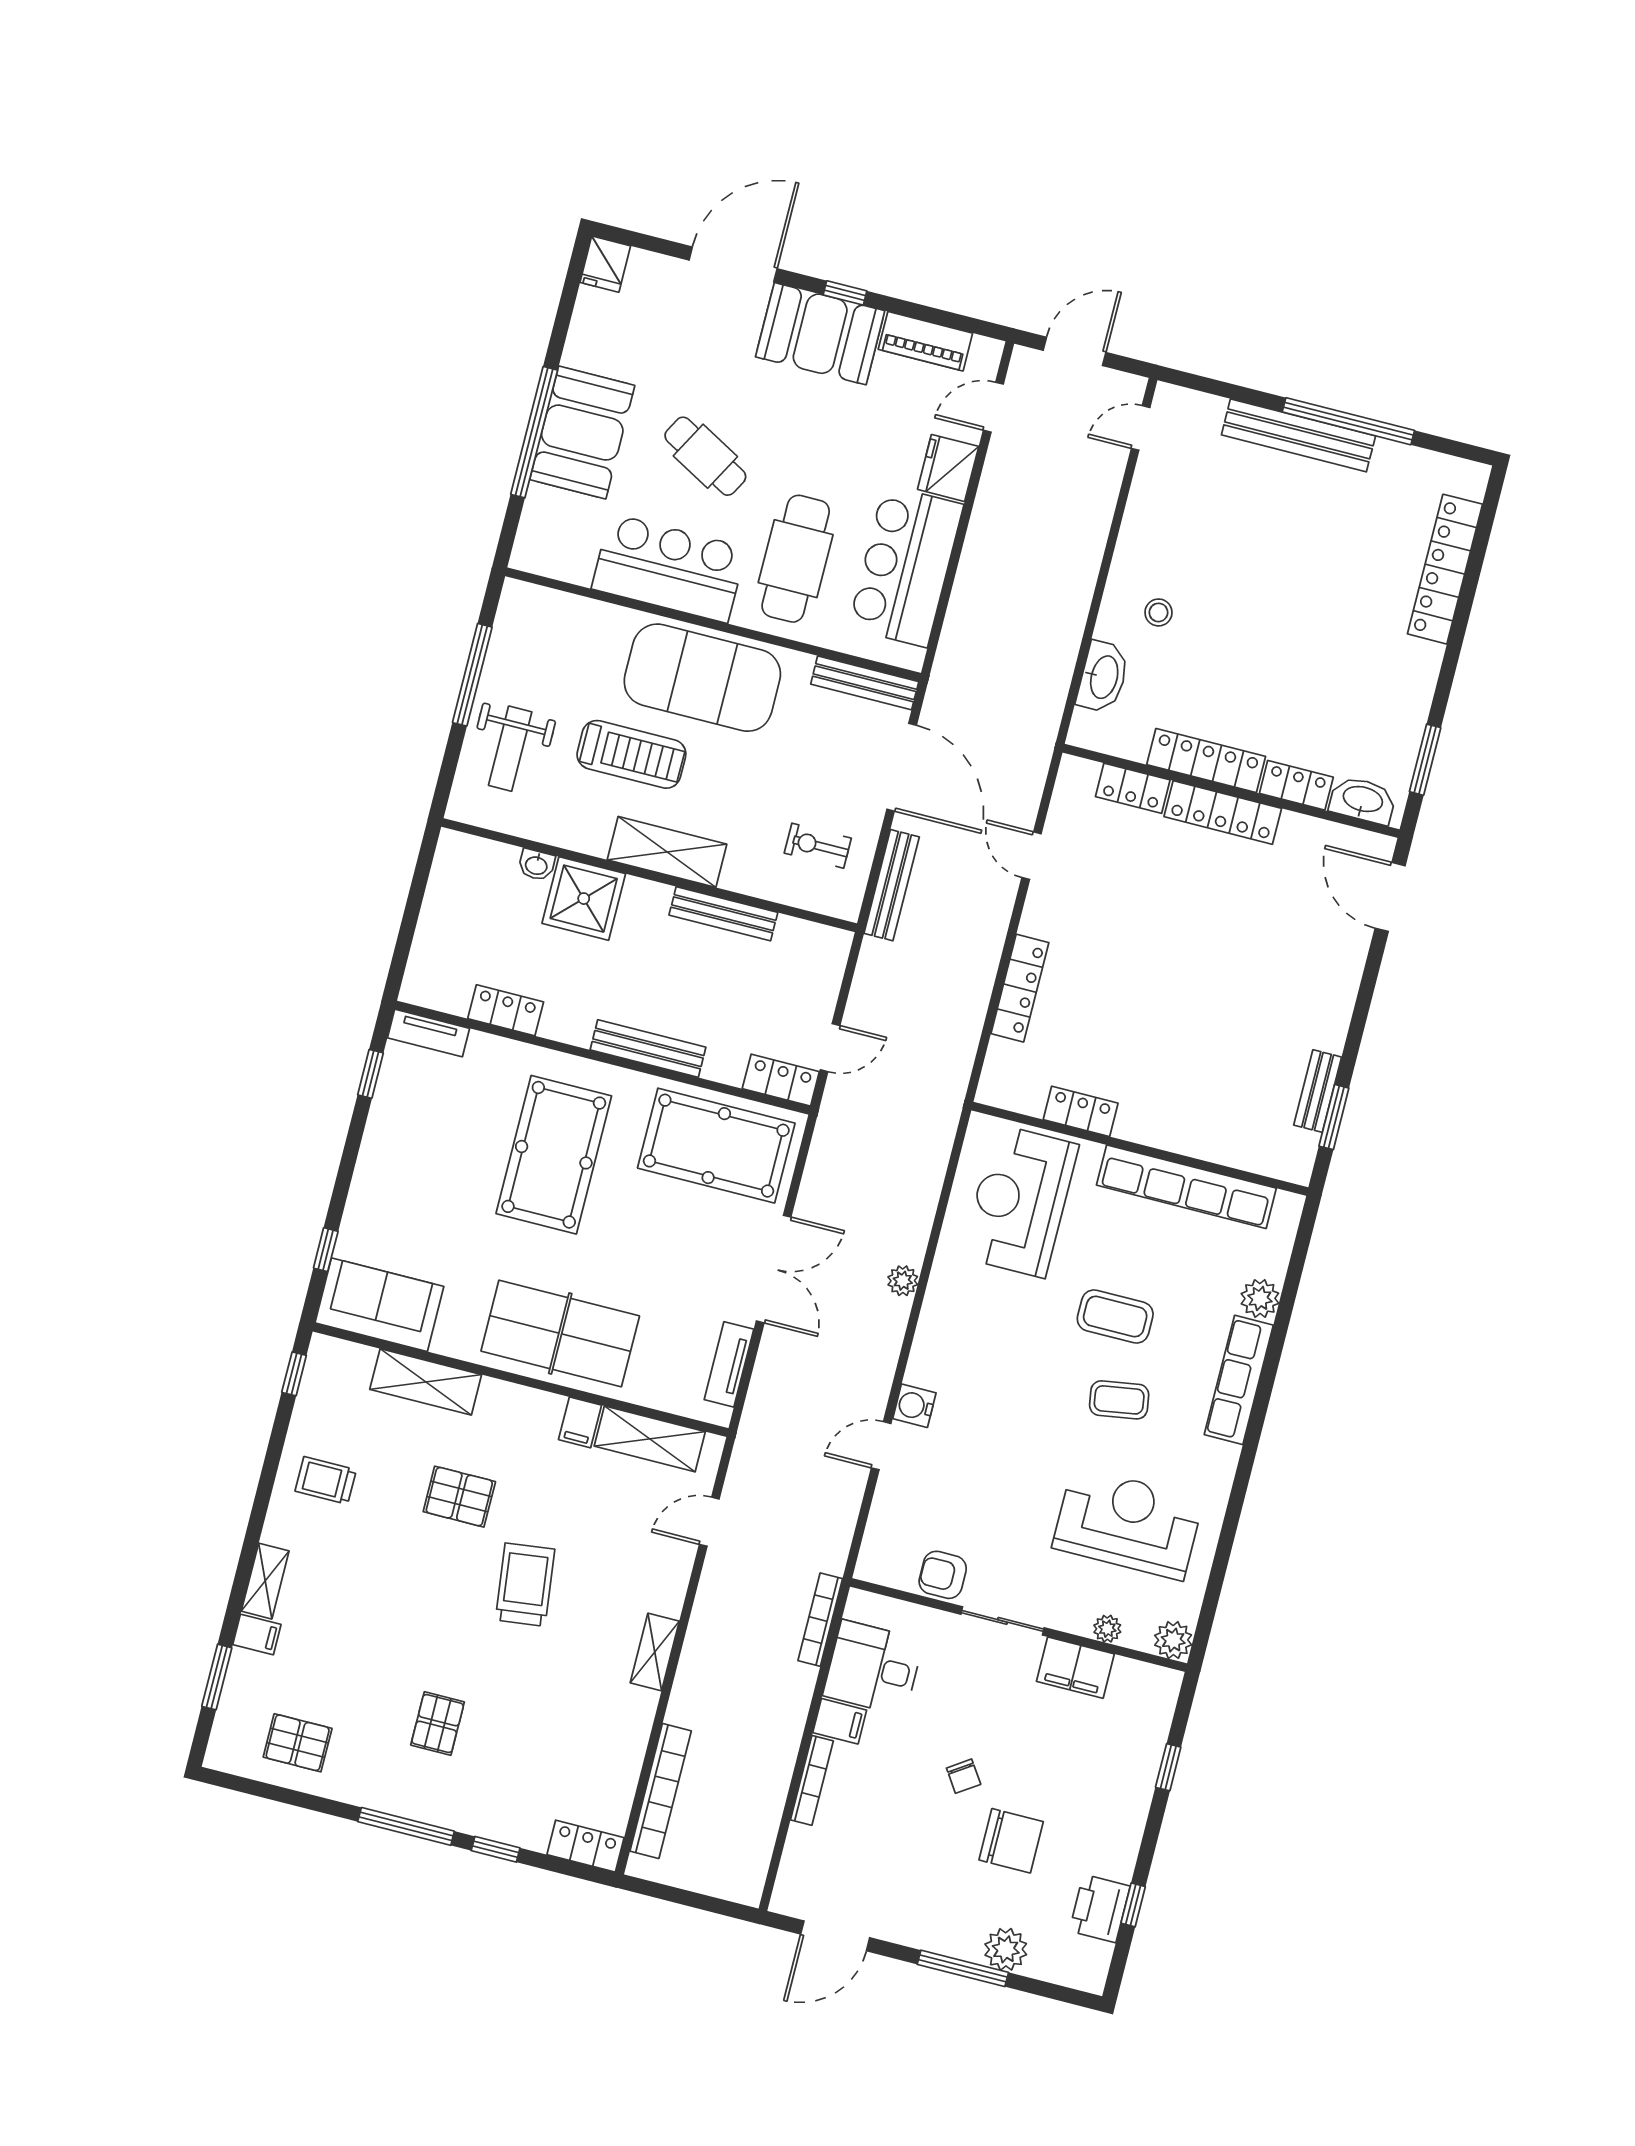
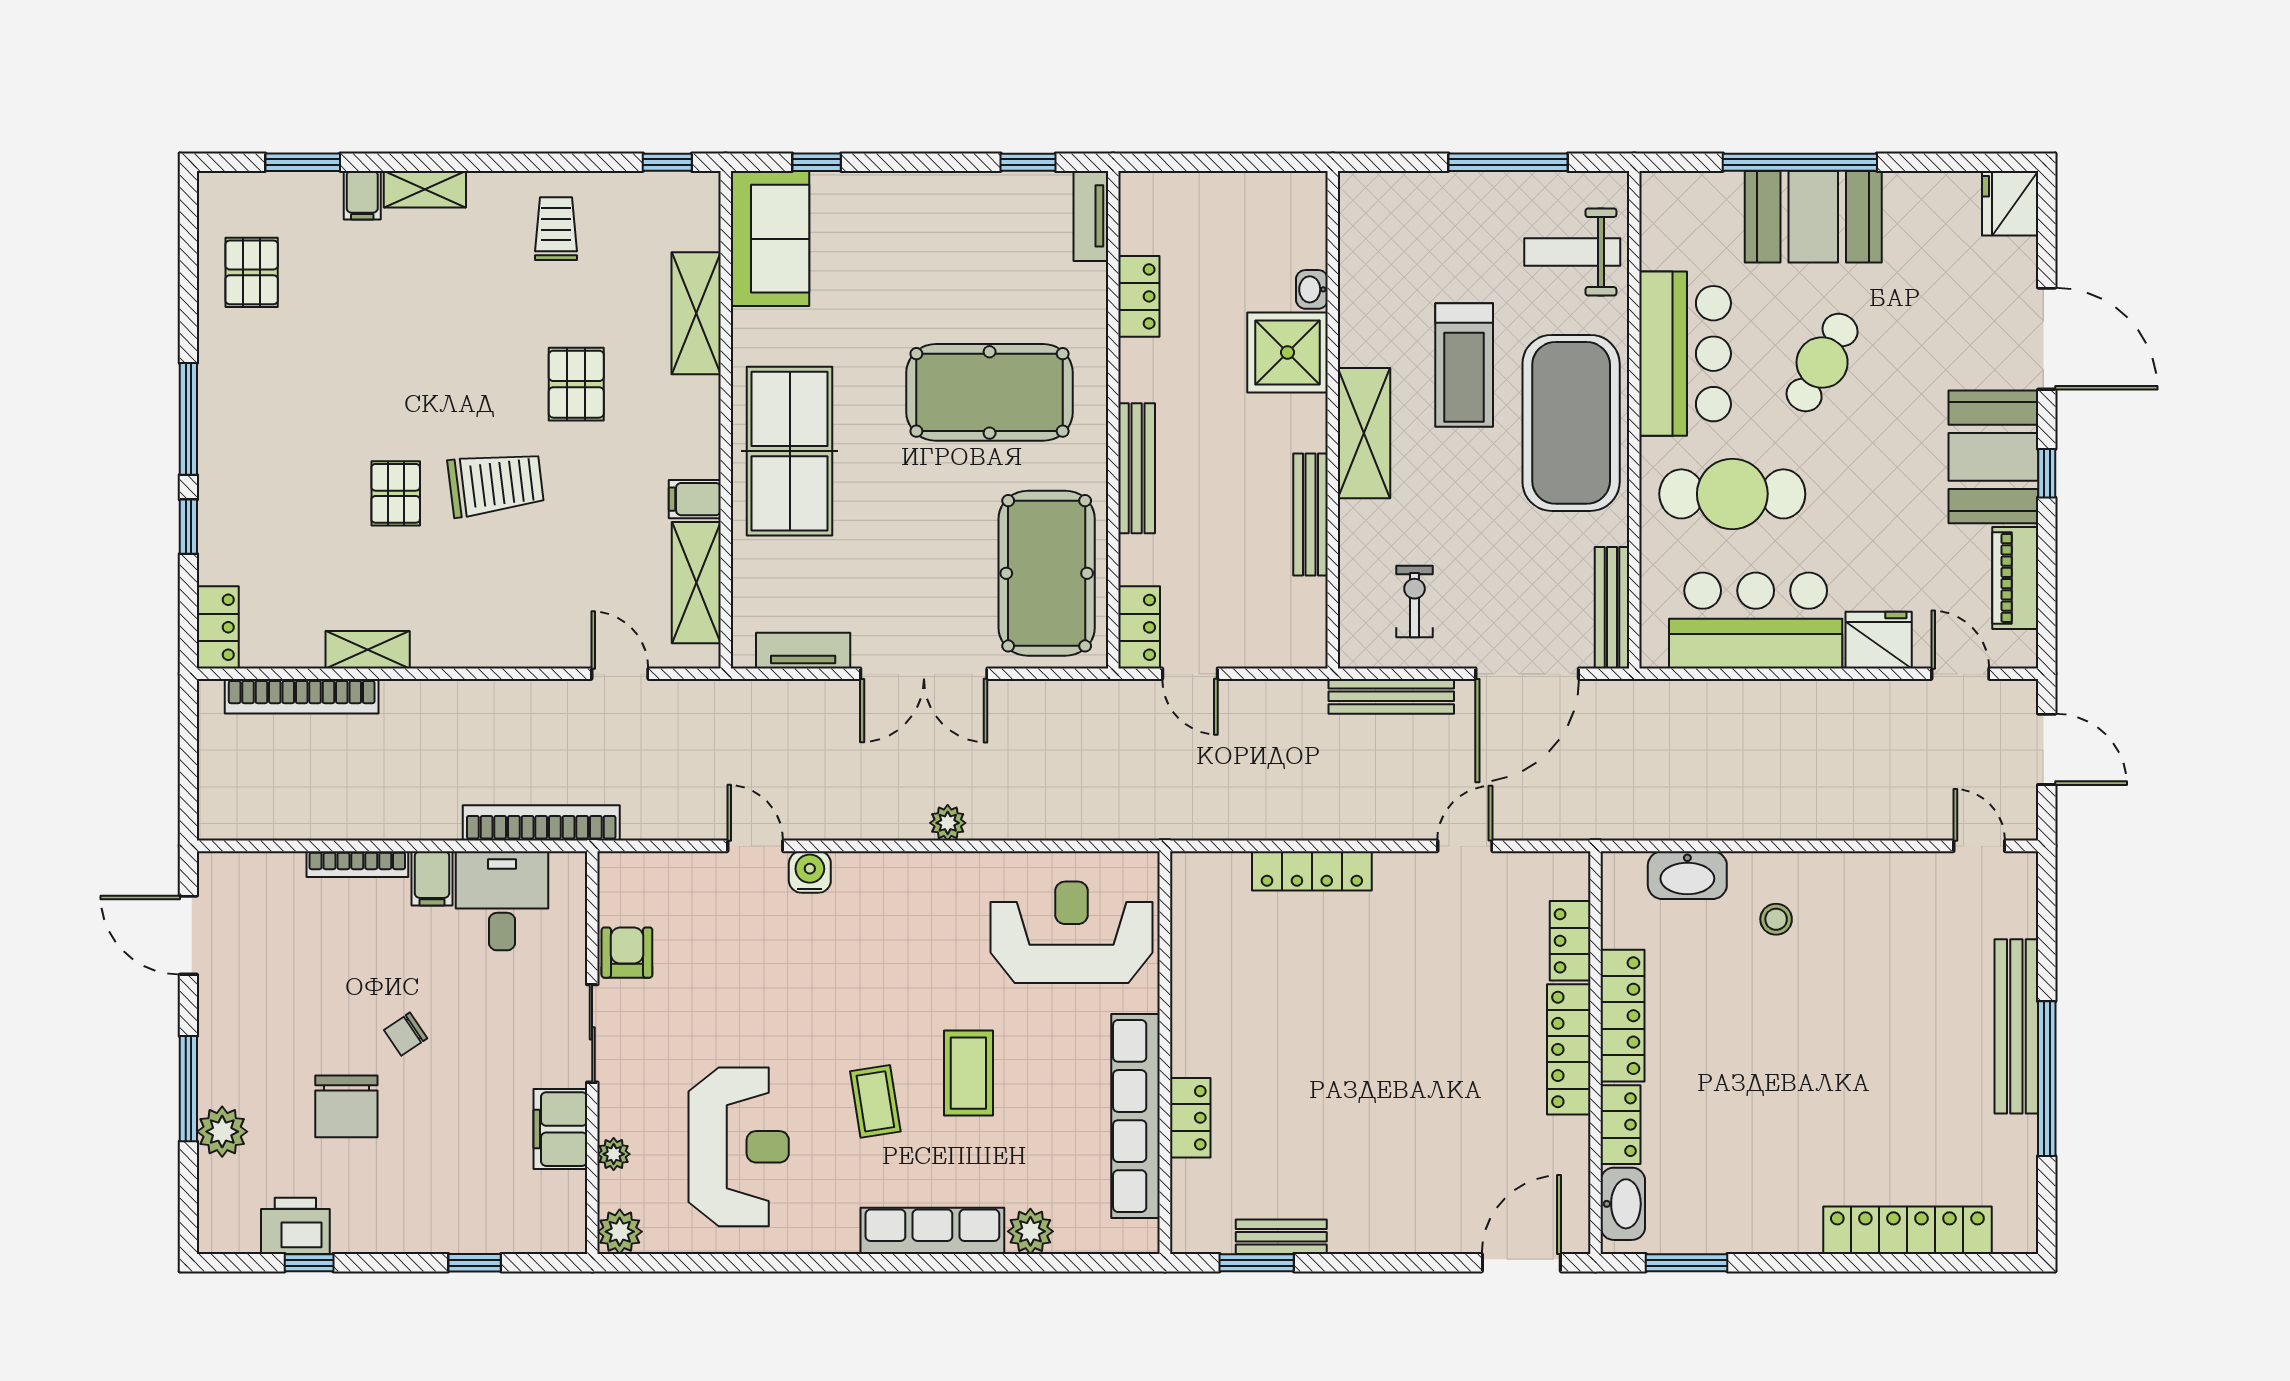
fridge: (605, 264) -> (2010, 203), width x1.38
weight bench: (510, 749) -> (1572, 252), moved
locker: (1081, 1111) -> (1190, 1118), moved
bookcase: (820, 1620) -> (541, 823), width x1.48, depth x1.31
shelving: (655, 1652) -> (368, 650), moved
pallet: (438, 1724) -> (396, 493), moved, turned 90

